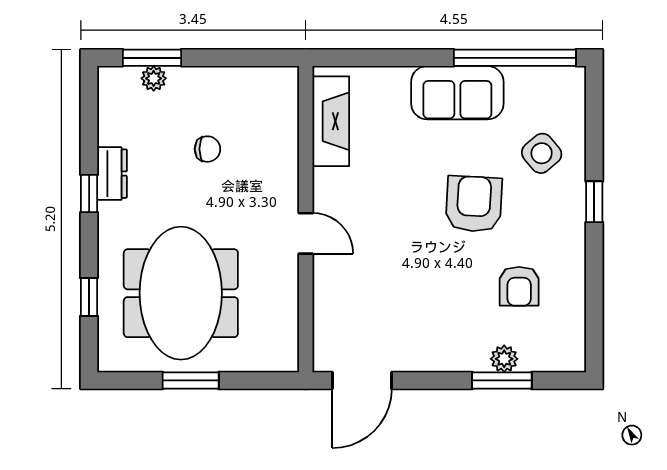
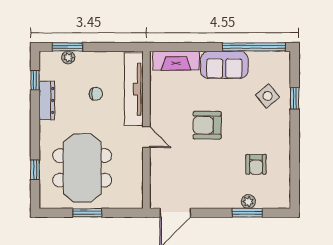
fireplace: (331, 121) -> (176, 61), moved, turned 90
tv unit: (281, 140) -> (134, 89), added
dresser: (112, 174) -> (47, 100), width x1.44
window: (89, 193) -> (35, 80), moved
window: (594, 202) -> (295, 98), moved
armchair: (474, 204) -> (207, 125), moved, turned -93

